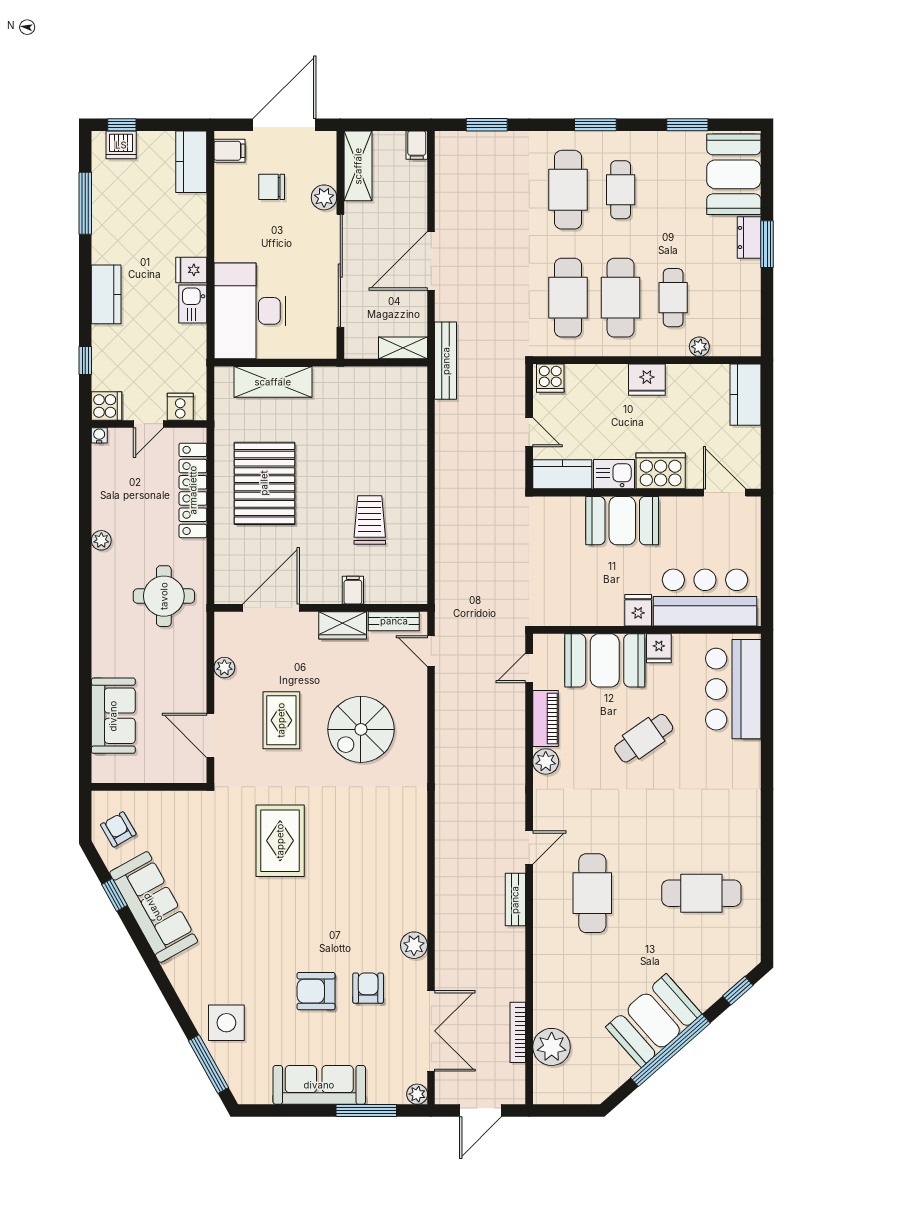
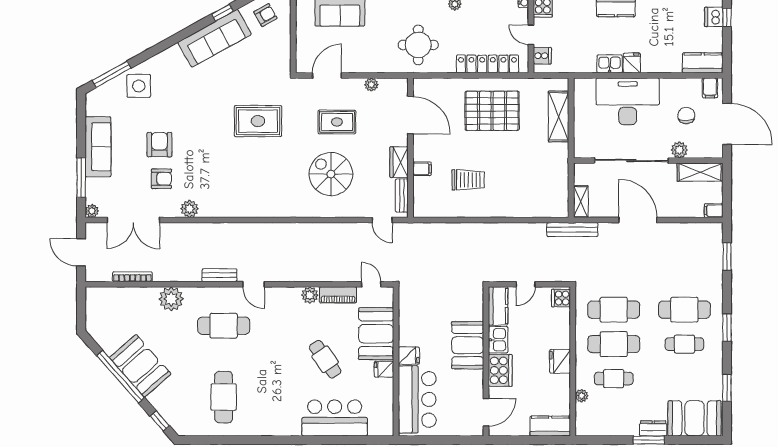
desk: (250, 311) -> (628, 101), moved
door: (431, 651) -> (382, 220), swing flipped
bar counter: (733, 689) -> (335, 418), moved
plant: (552, 1047) -> (171, 299), moved

